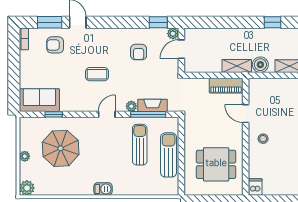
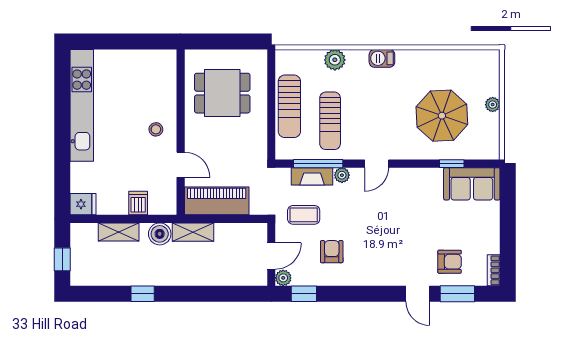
coffee table: (97, 74) -> (304, 215), moved
piano: (226, 86) -> (217, 201), width x1.37, depth x1.33
dishwasher: (255, 187) -> (138, 203), moved, turned 180
plant: (27, 188) -> (335, 60), moved

